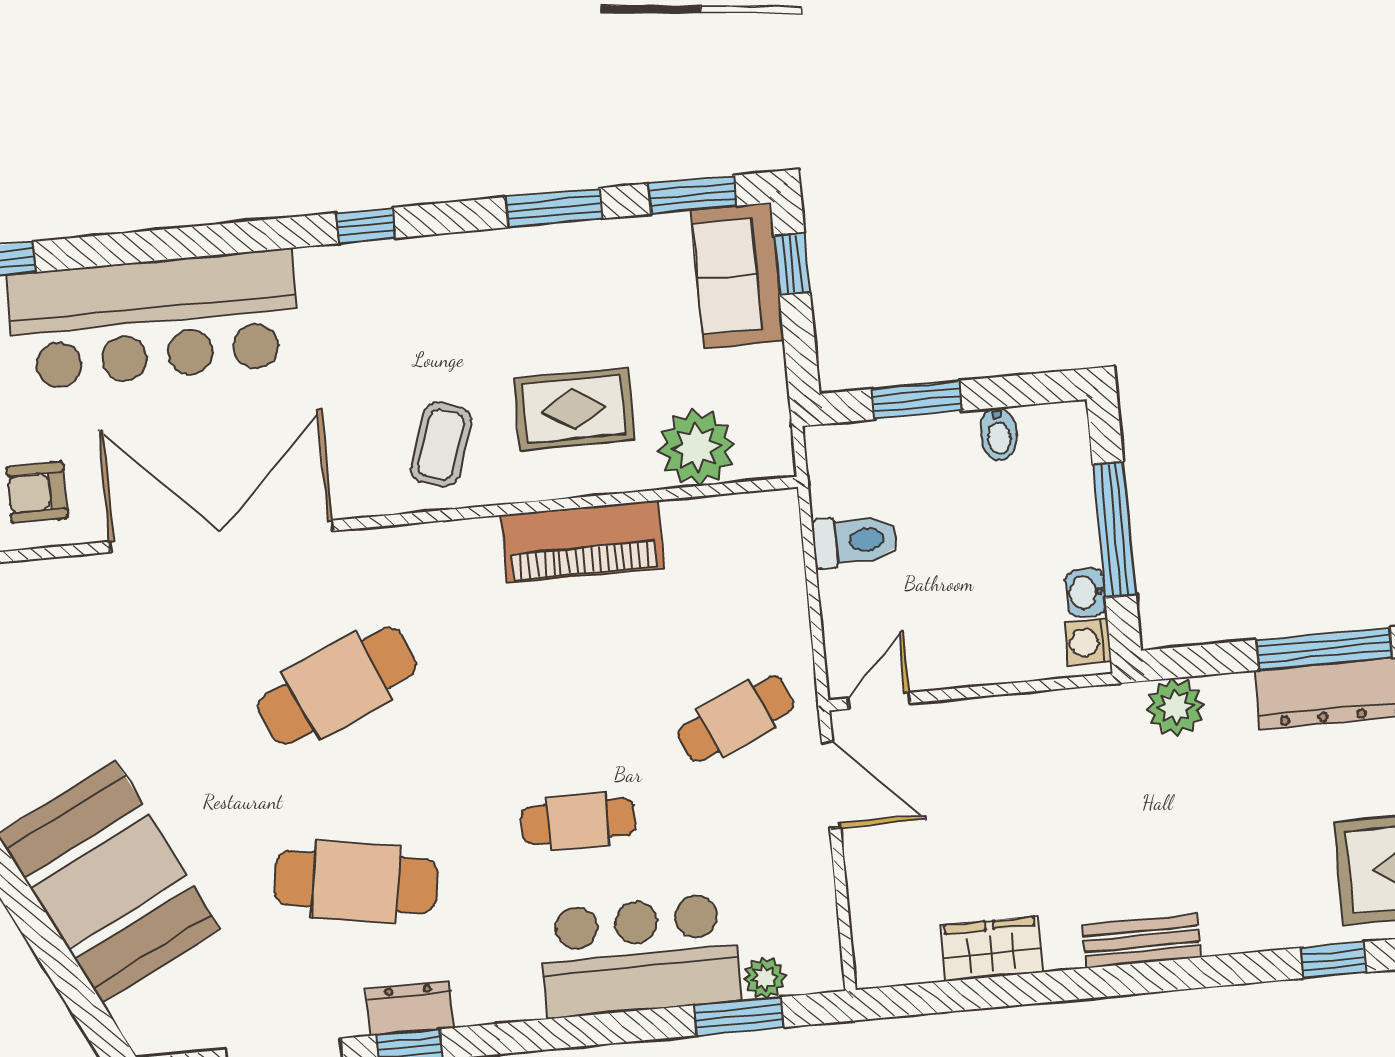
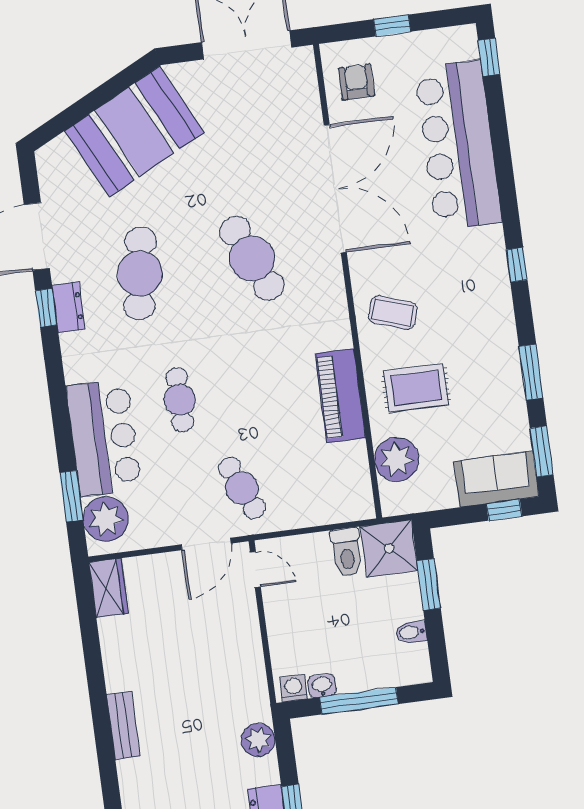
rug: (574, 409) -> (416, 388), turned 90
shower: (851, 466) -> (389, 548), added
wardrobe: (991, 949) -> (109, 588), moved
plant: (765, 978) -> (106, 519), width x1.88, depth x1.88

